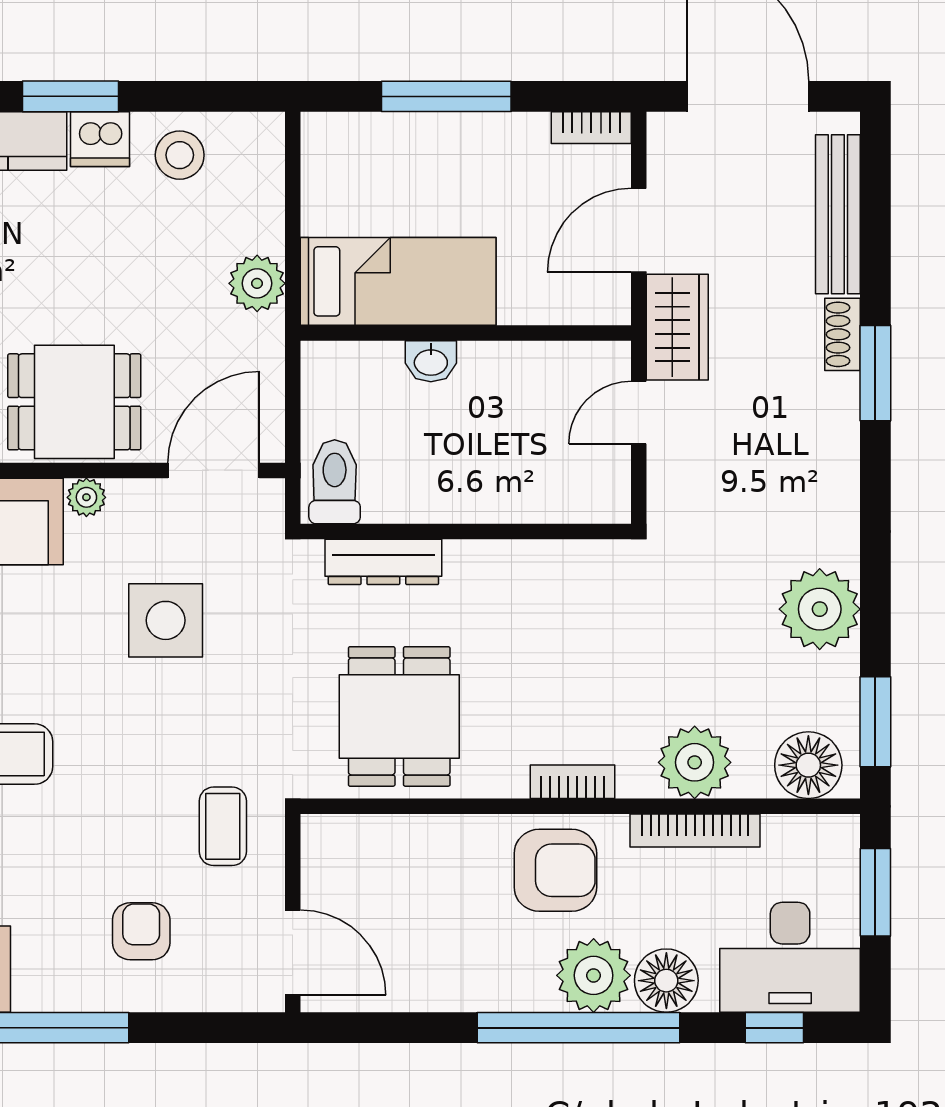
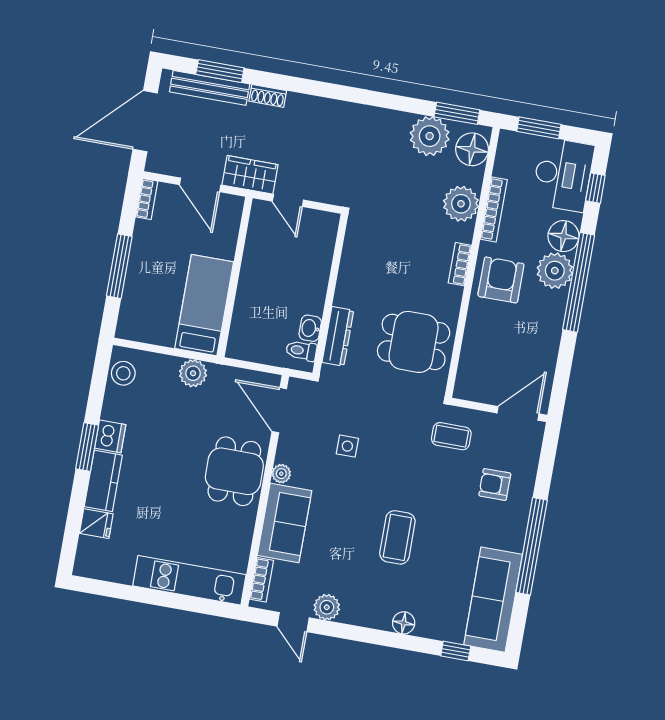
stool: (180, 155) -> (123, 373), moved
washbasin: (431, 361) -> (310, 328), moved, turned 180
window: (875, 373) -> (220, 71), moved
toilet: (335, 482) -> (301, 351), width x0.73, depth x0.72
plant: (820, 609) -> (430, 136), moved
side table: (166, 620) -> (347, 446), width x0.54, depth x0.54

